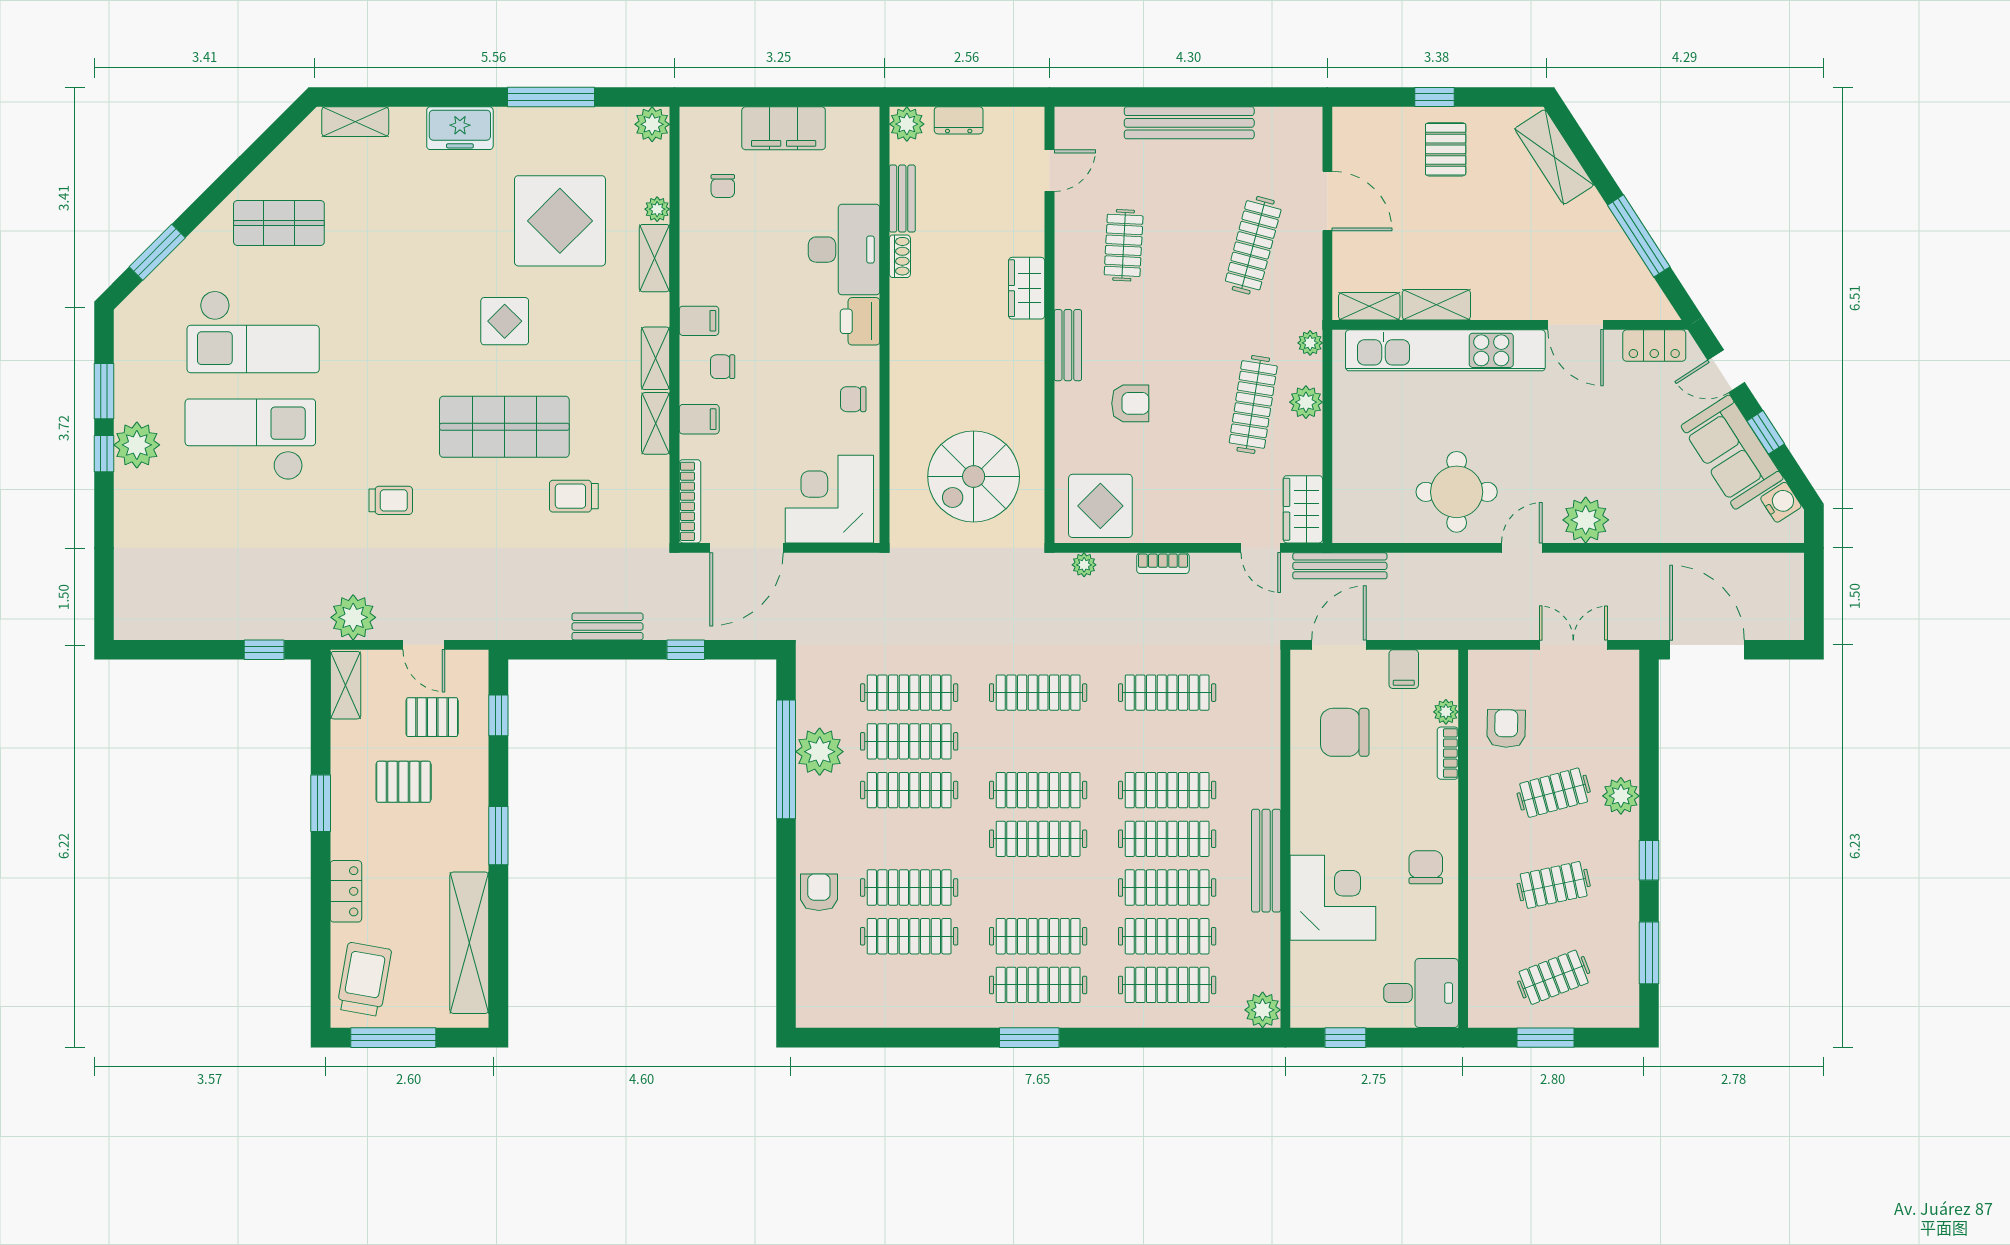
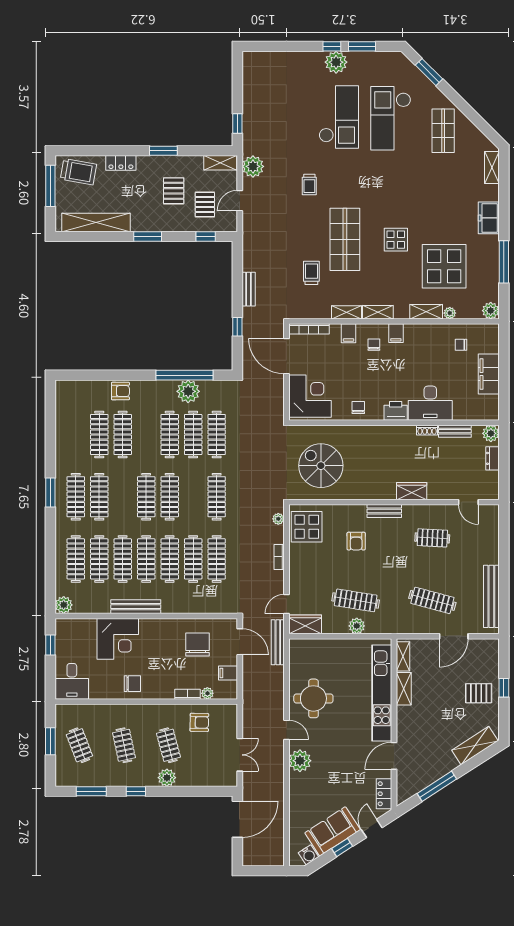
bench: (1189, 123) -> (491, 596), moved
plant: (1310, 343) -> (385, 628), removed
clothes rail: (1167, 741) -> (193, 559), added

